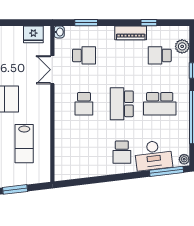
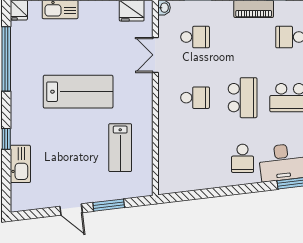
school desk: (84, 104) -> (195, 98), turned -90
school desk: (122, 104) -> (243, 98), turned 180

